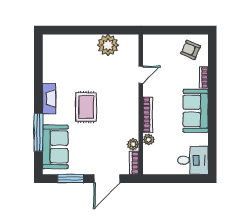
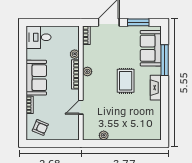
plant: (108, 45) -> (104, 135), width x0.53, depth x0.53
plant: (133, 144) -> (87, 72), moved

